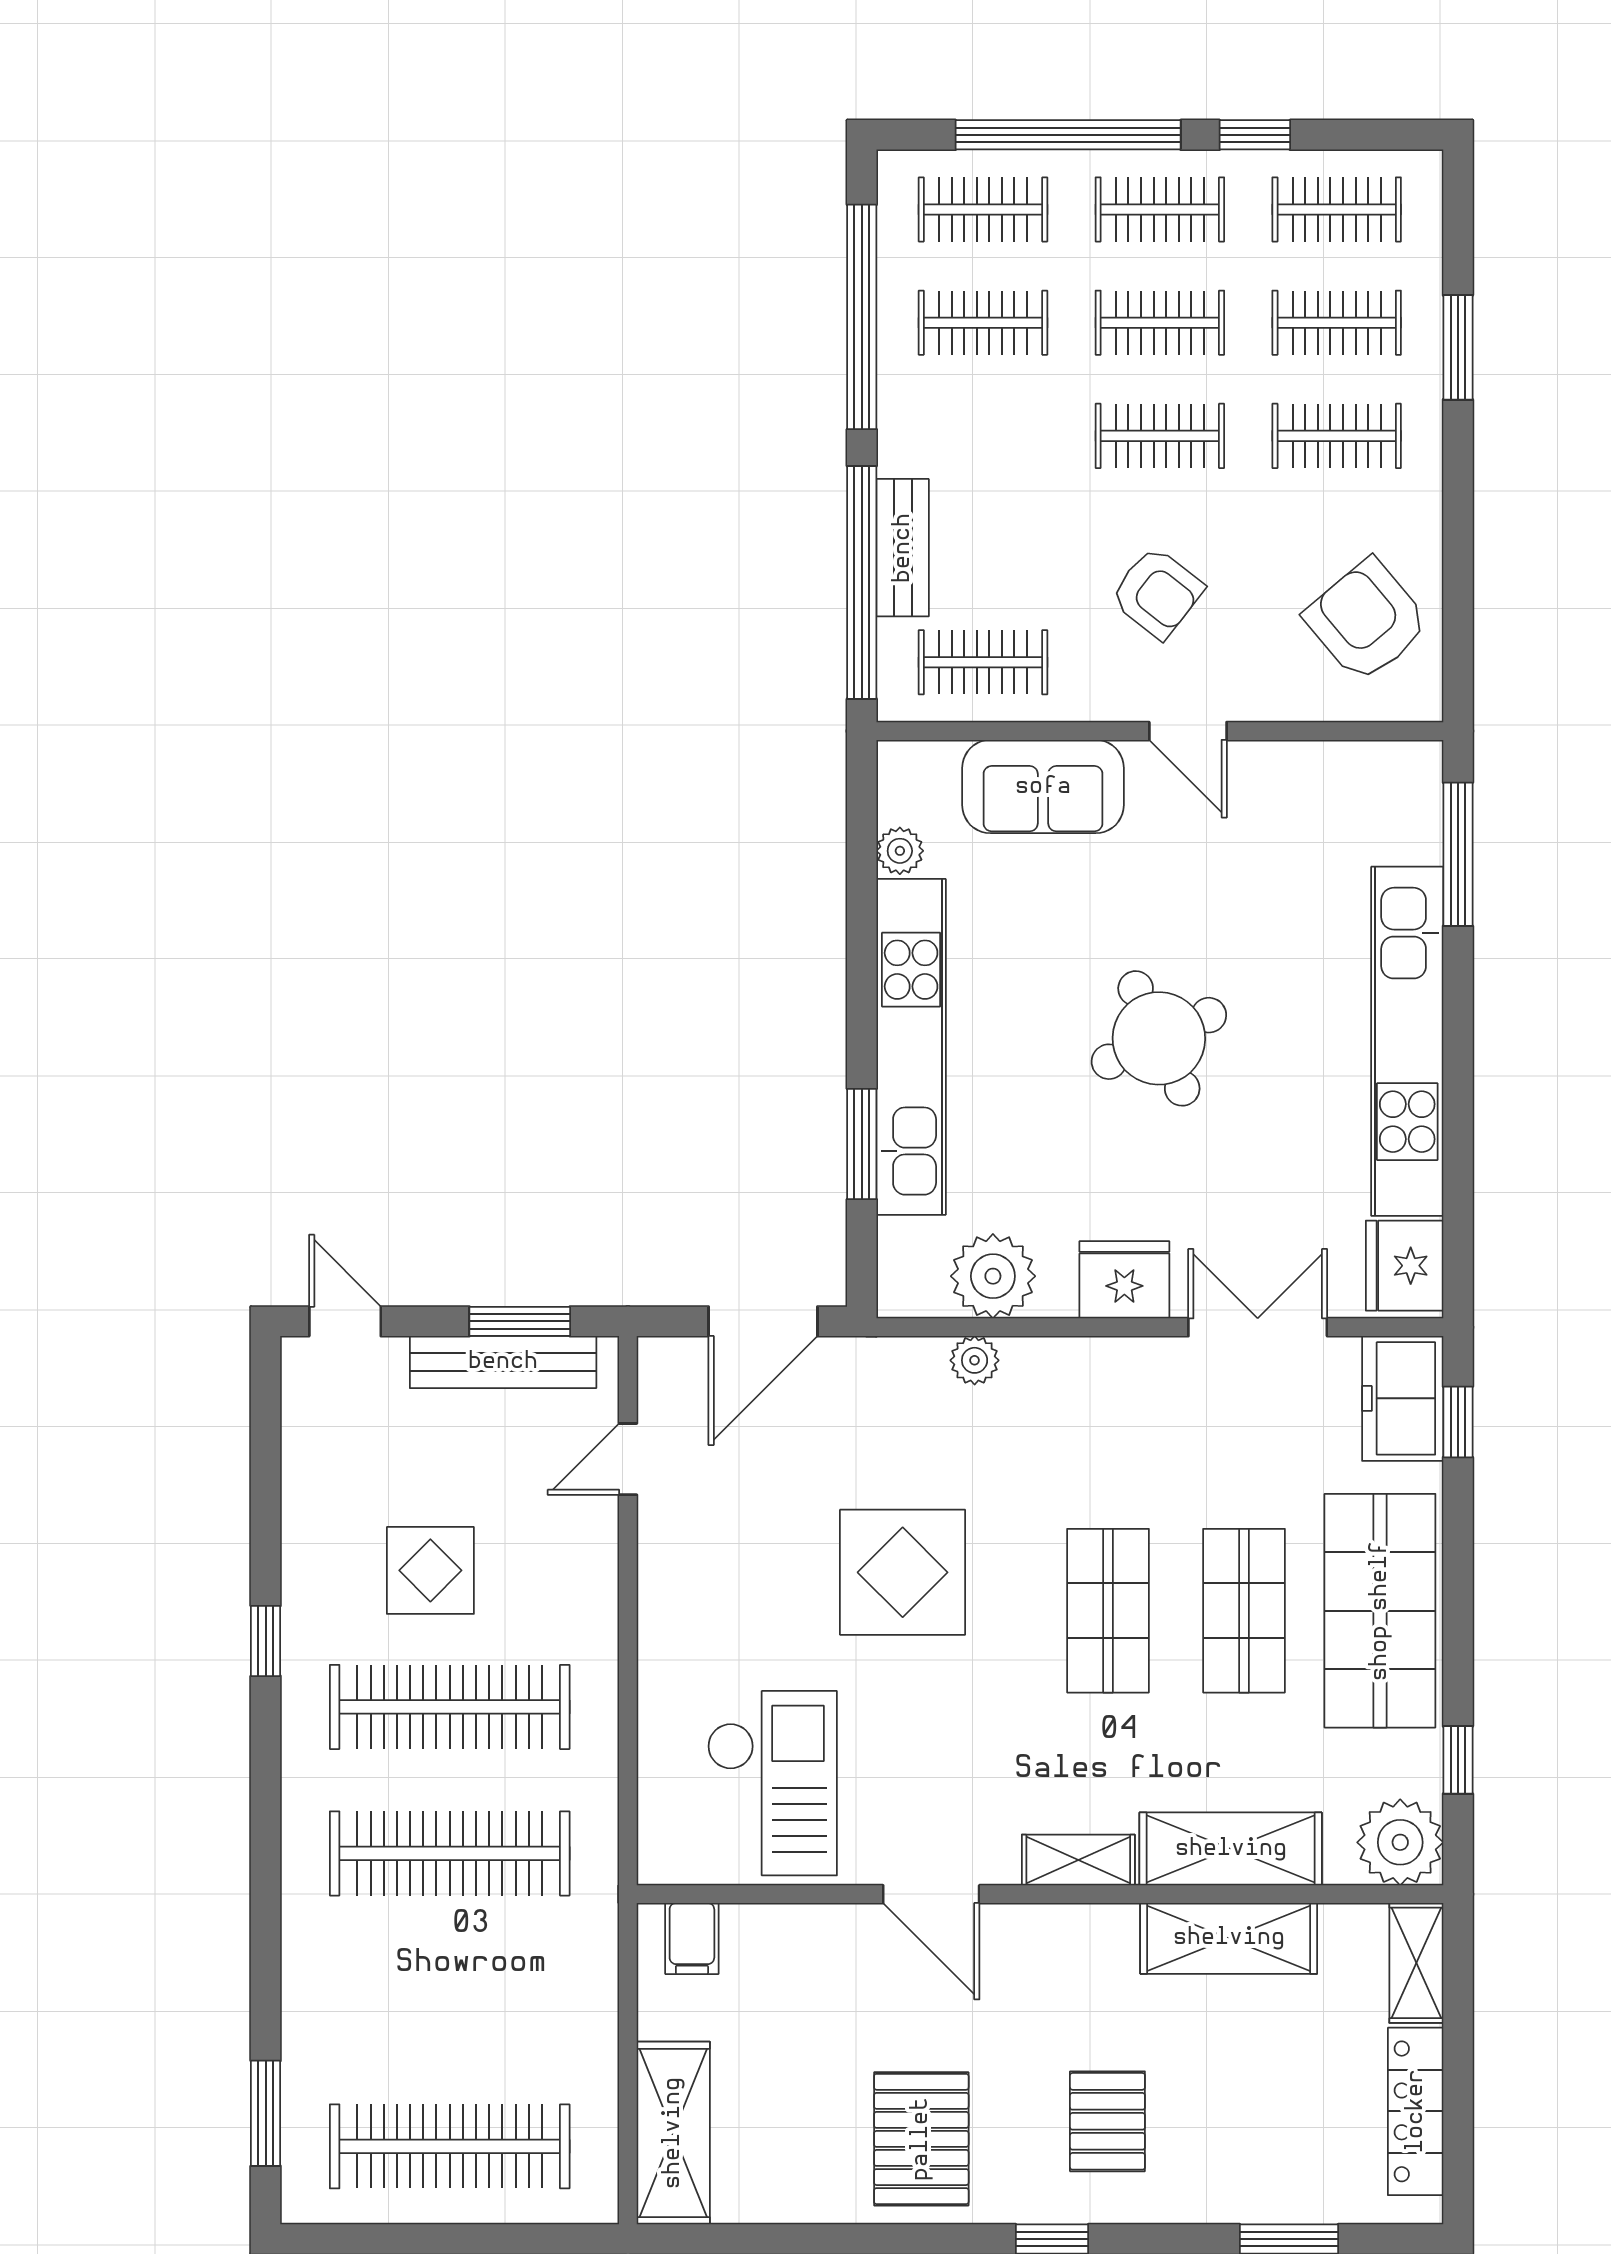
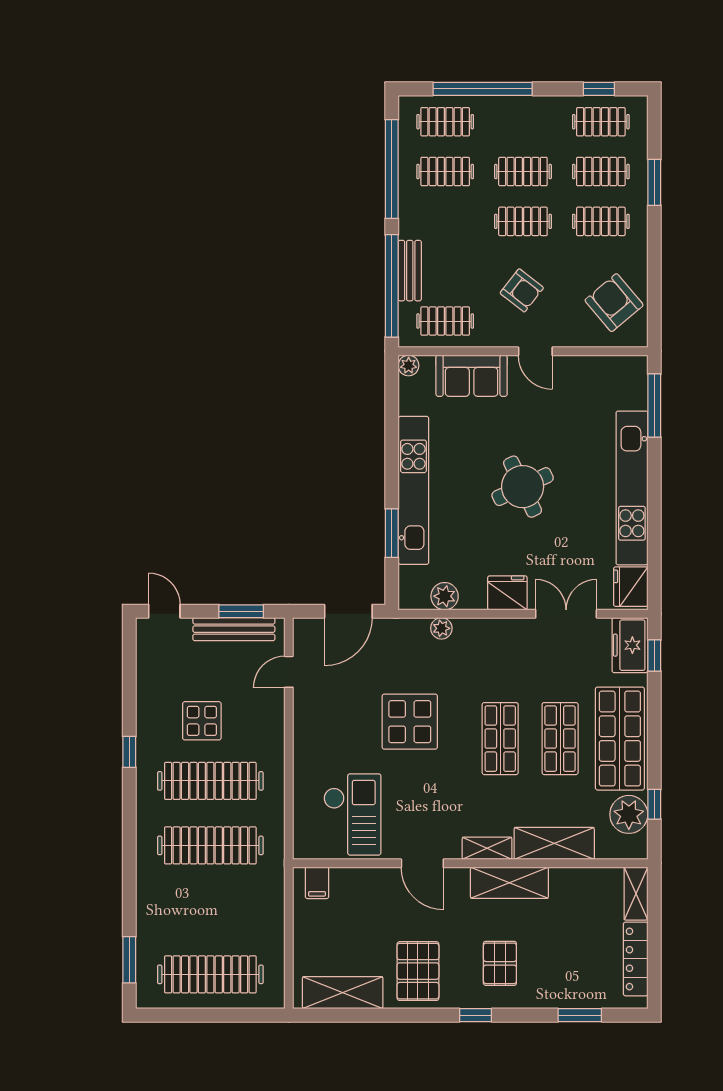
window: (1255, 135) -> (599, 89), moved
clothes rail: (1160, 209) -> (523, 122), removed
plant: (900, 851) -> (409, 366), moved
plant: (993, 1276) -> (445, 596), width x0.73, depth x0.73
plant: (1400, 1842) -> (629, 814), moved
shelving: (1229, 1938) -> (509, 883), moved
shelving: (673, 2133) -> (343, 993), moved, turned 90

